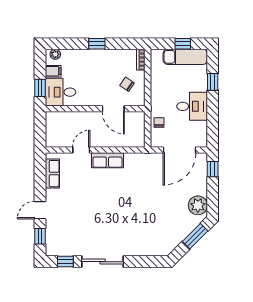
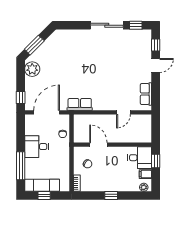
window: (213, 82) -> (21, 166), width x2.17
row of seats: (107, 160) -> (80, 104), moved

